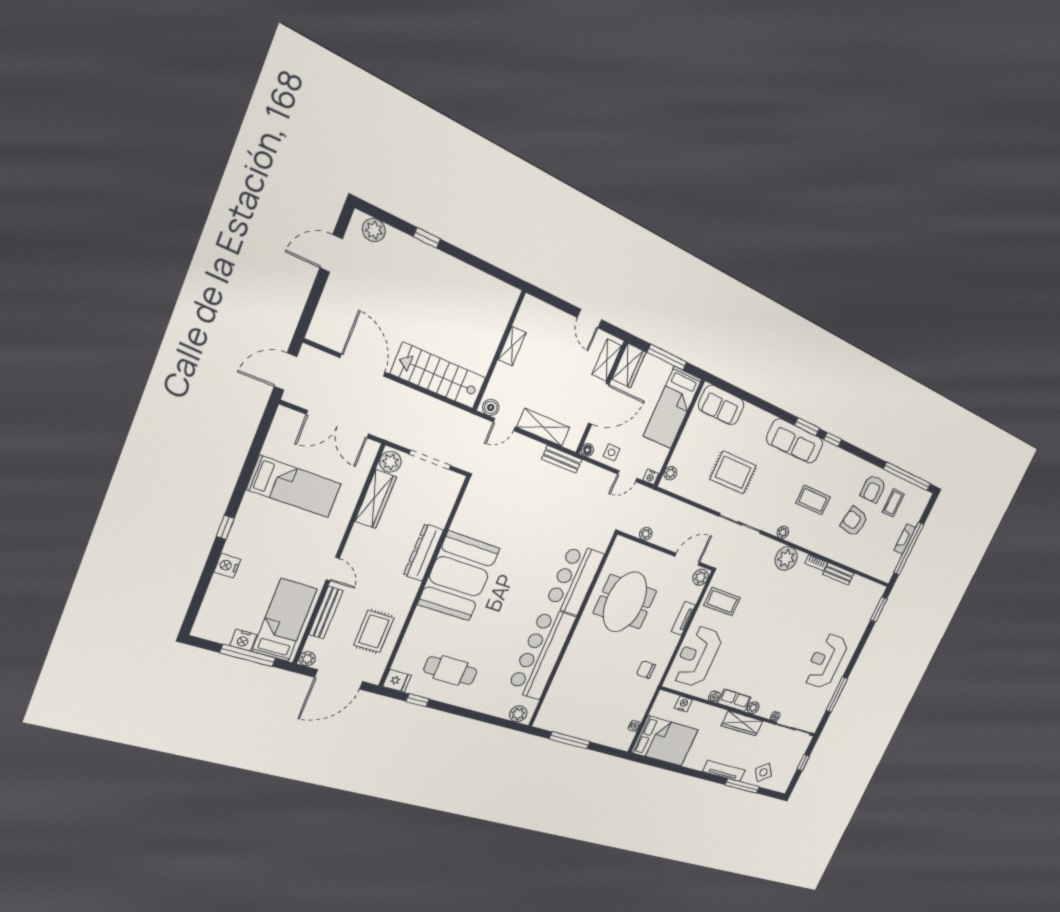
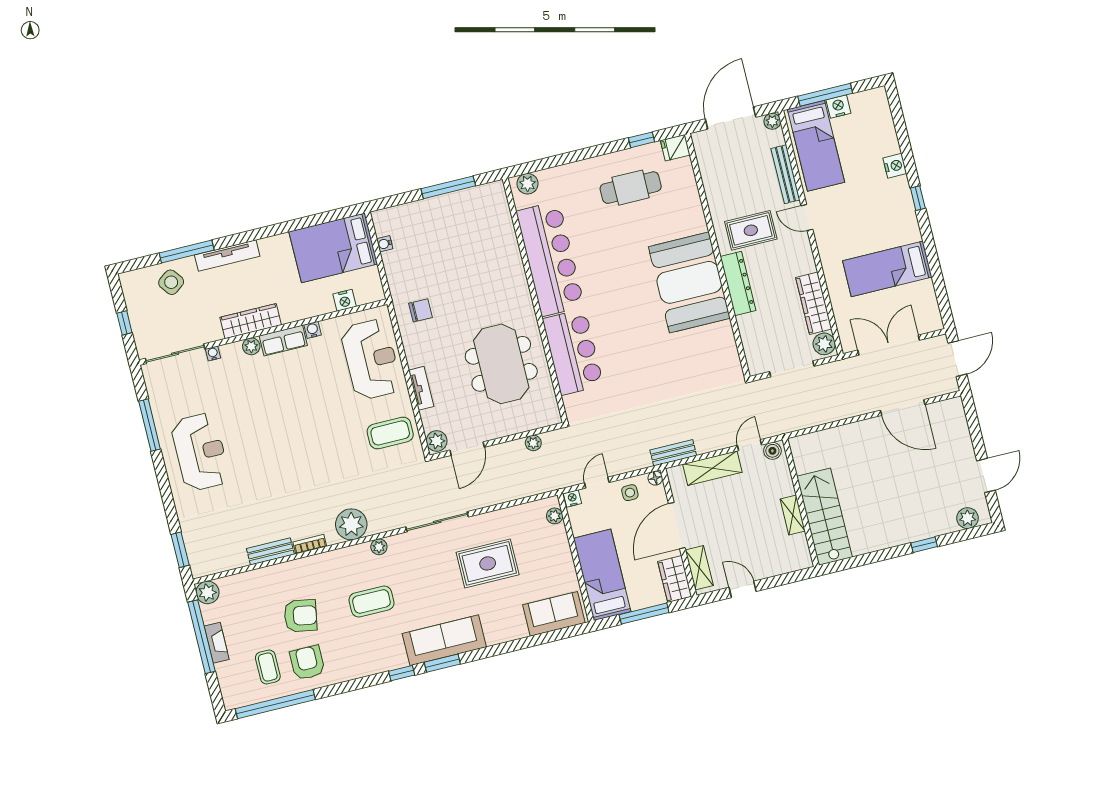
stairs: (438, 376) -> (825, 517), moved, turned -90
plant: (886, 573) -> (208, 592), added
rug: (374, 631) -> (751, 230), moved, turned 90

